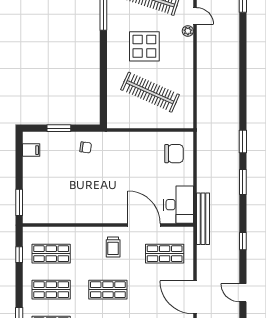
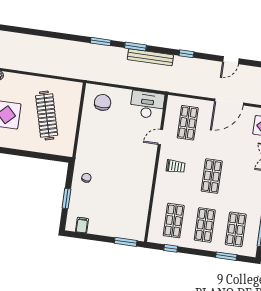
clothes rail: (150, 92) -> (47, 116), turned -39
bench: (203, 219) -> (150, 57), moved
door: (144, 225) -> (160, 137), width x0.53

